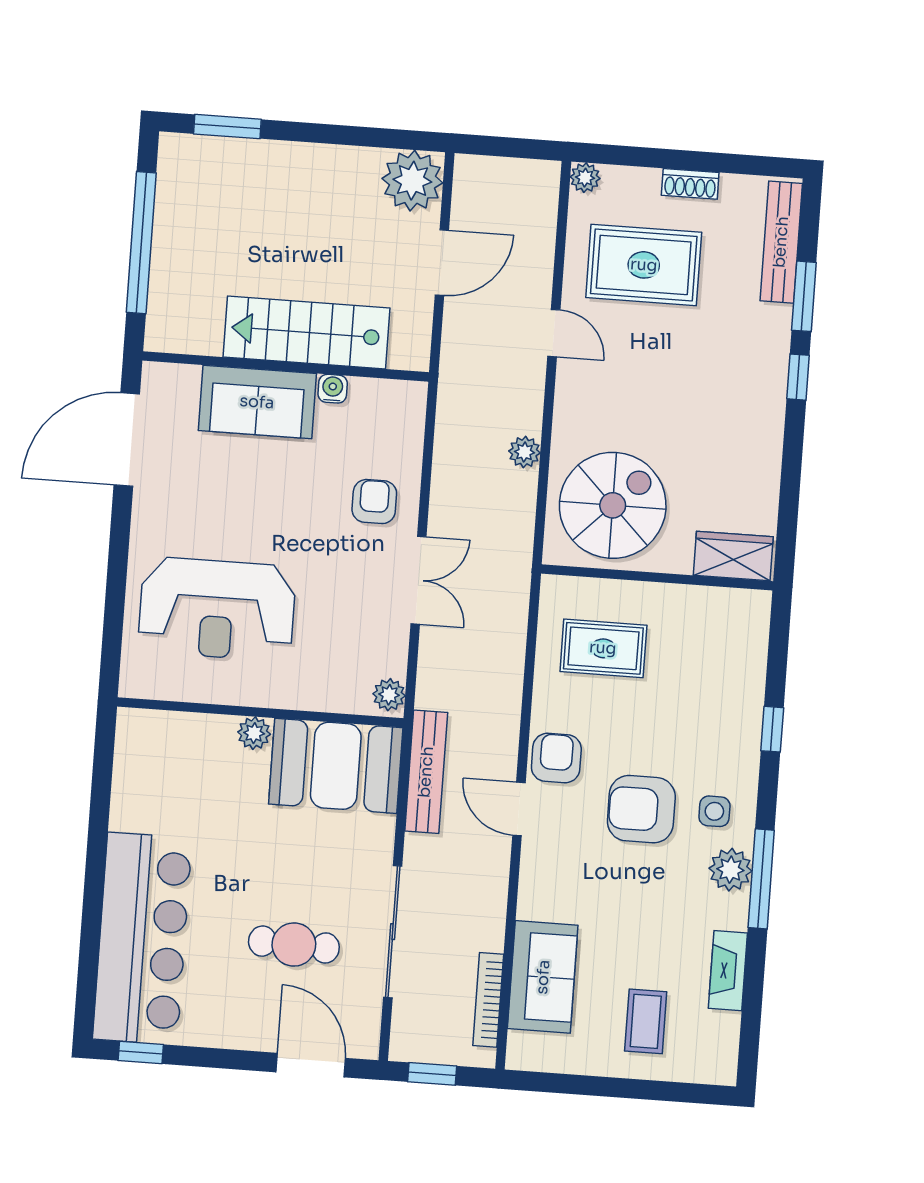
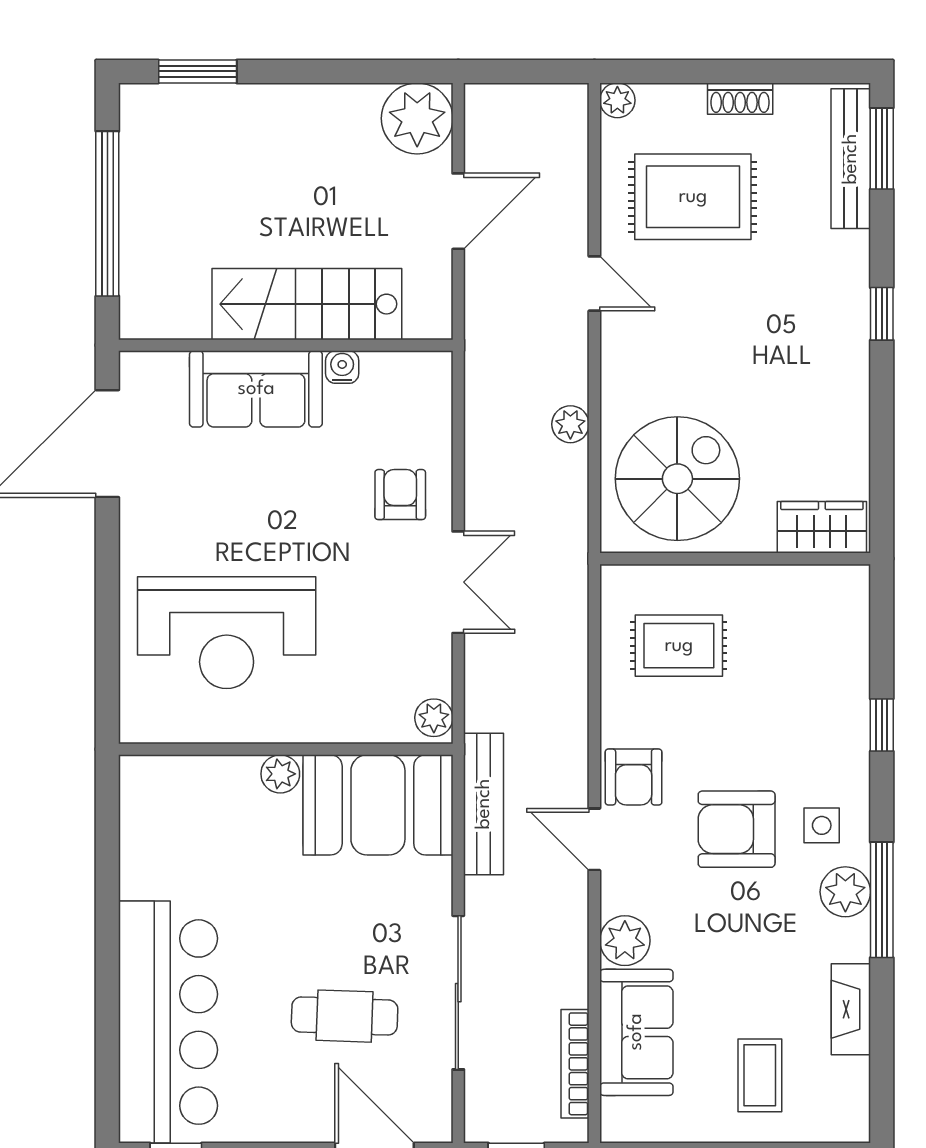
window: (804, 296) -> (882, 149), moved
armchair: (556, 758) -> (634, 777), turned 180
plant: (539, 898) -> (625, 941), added

